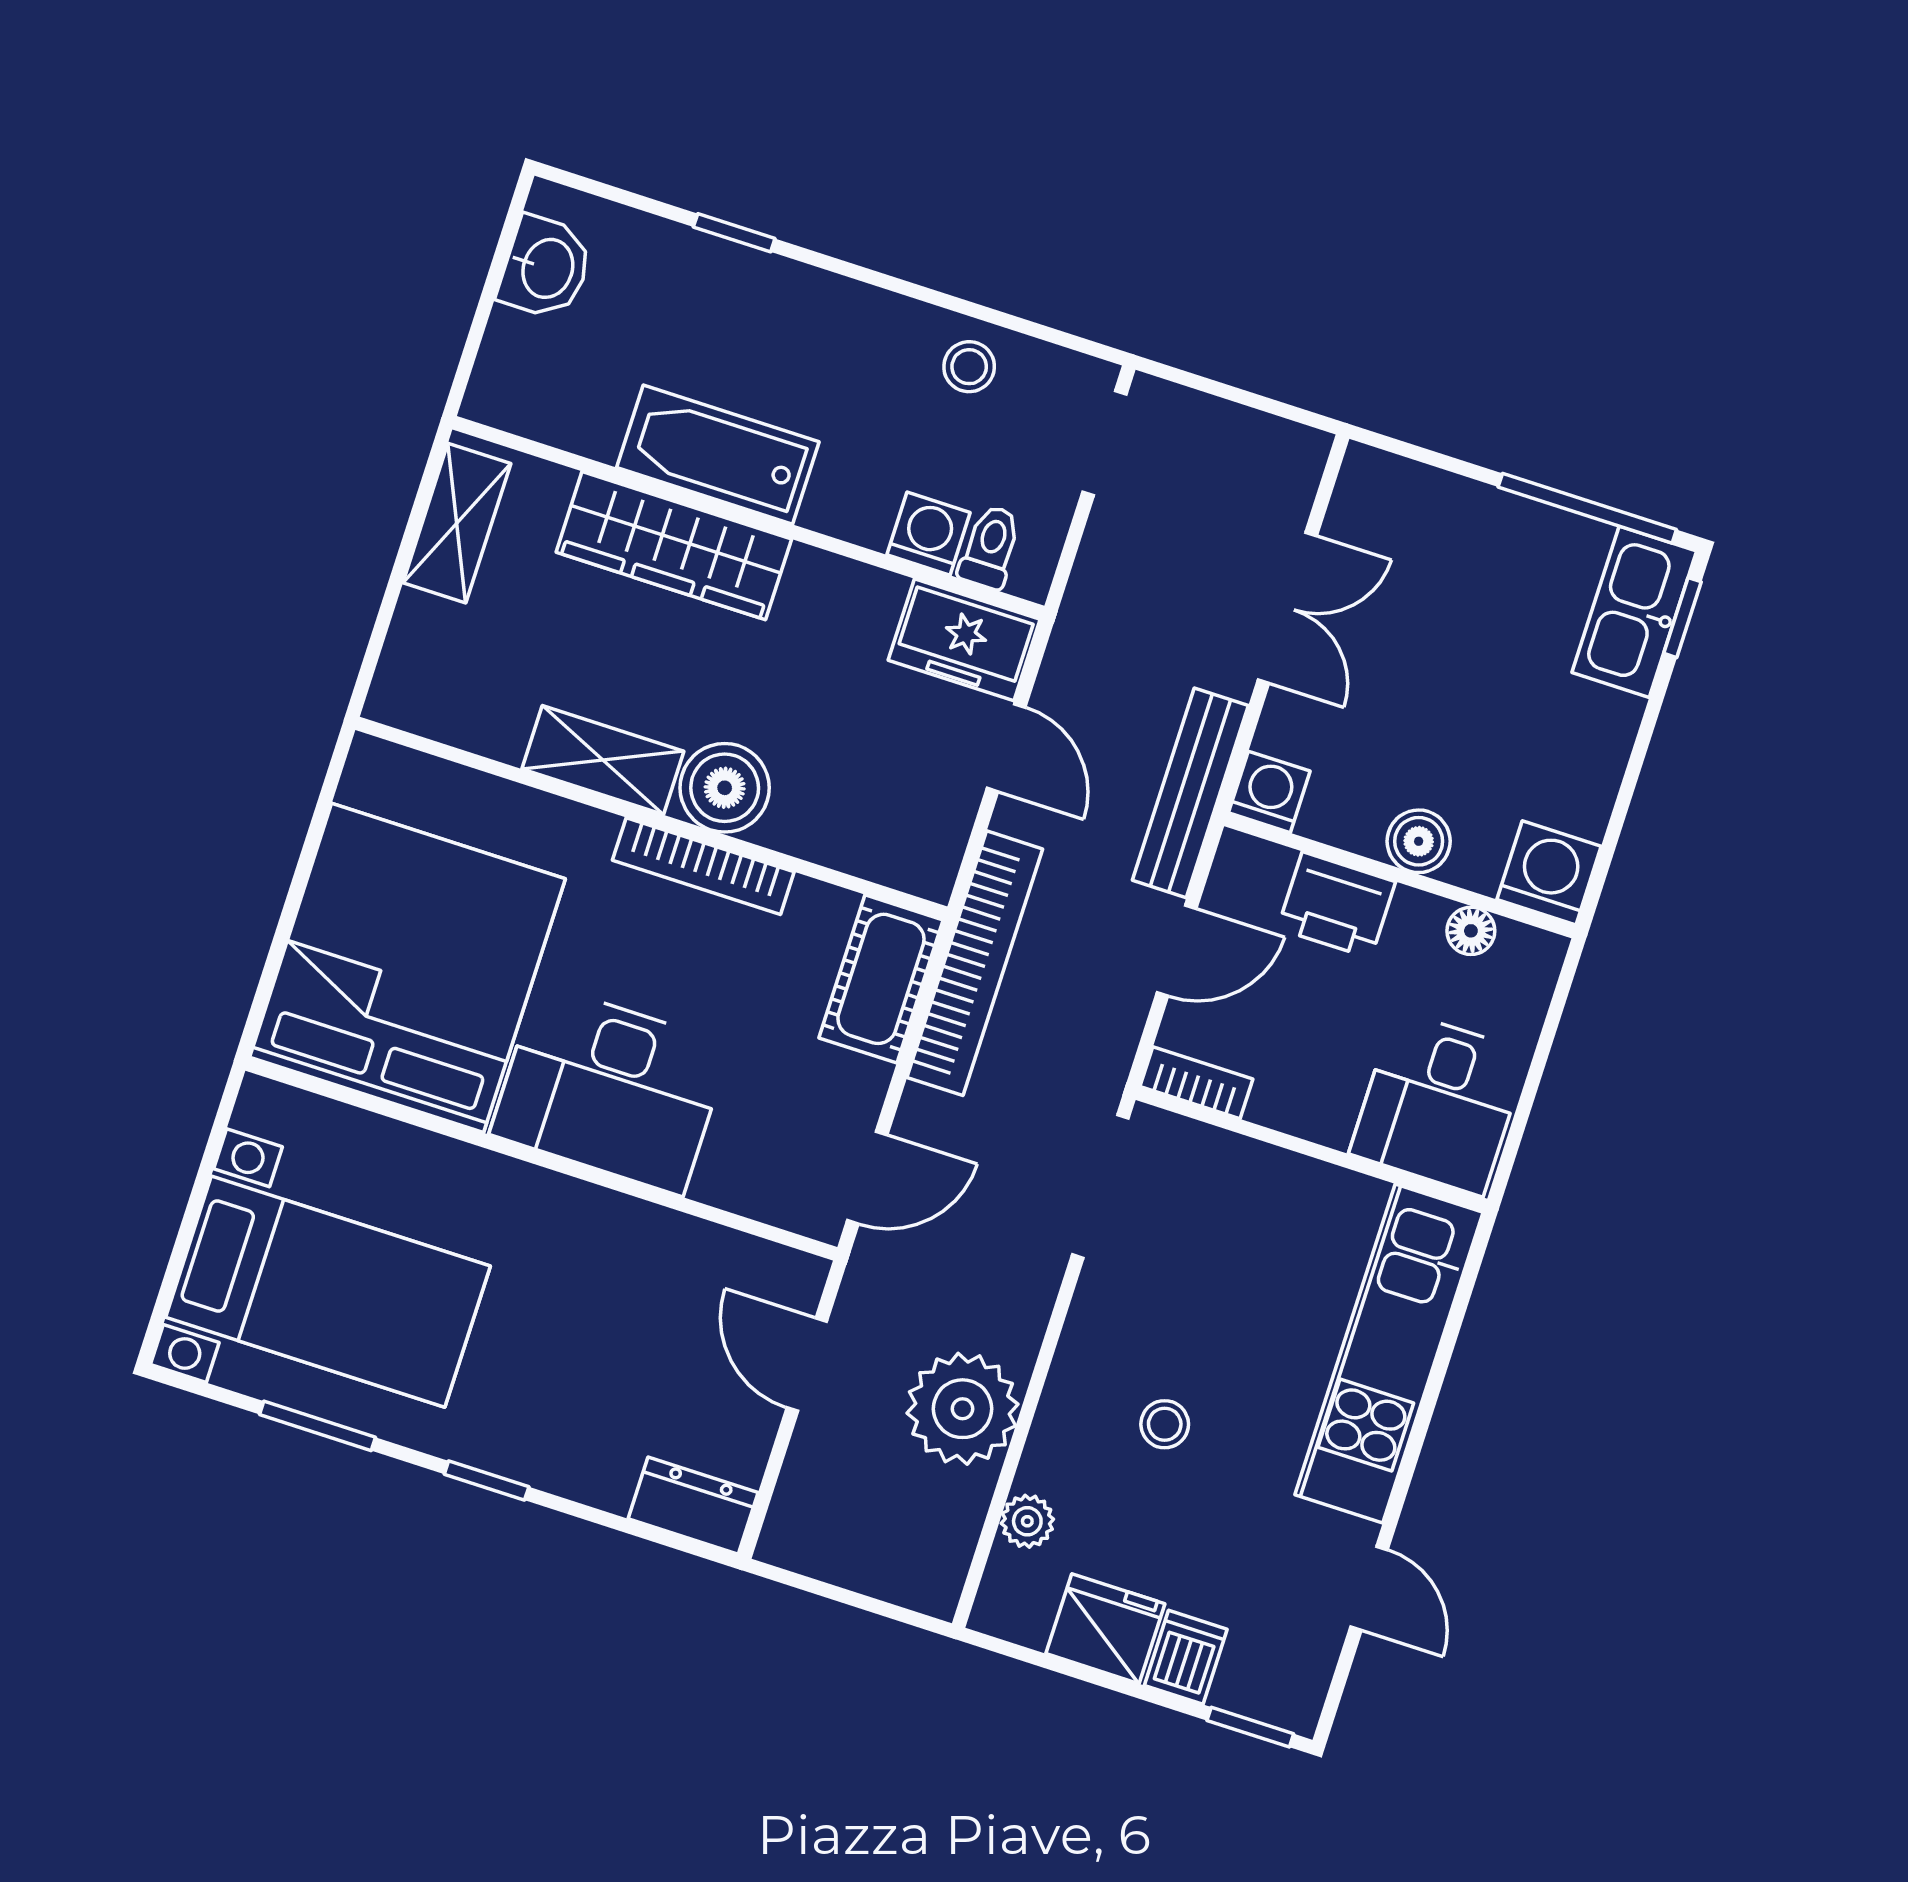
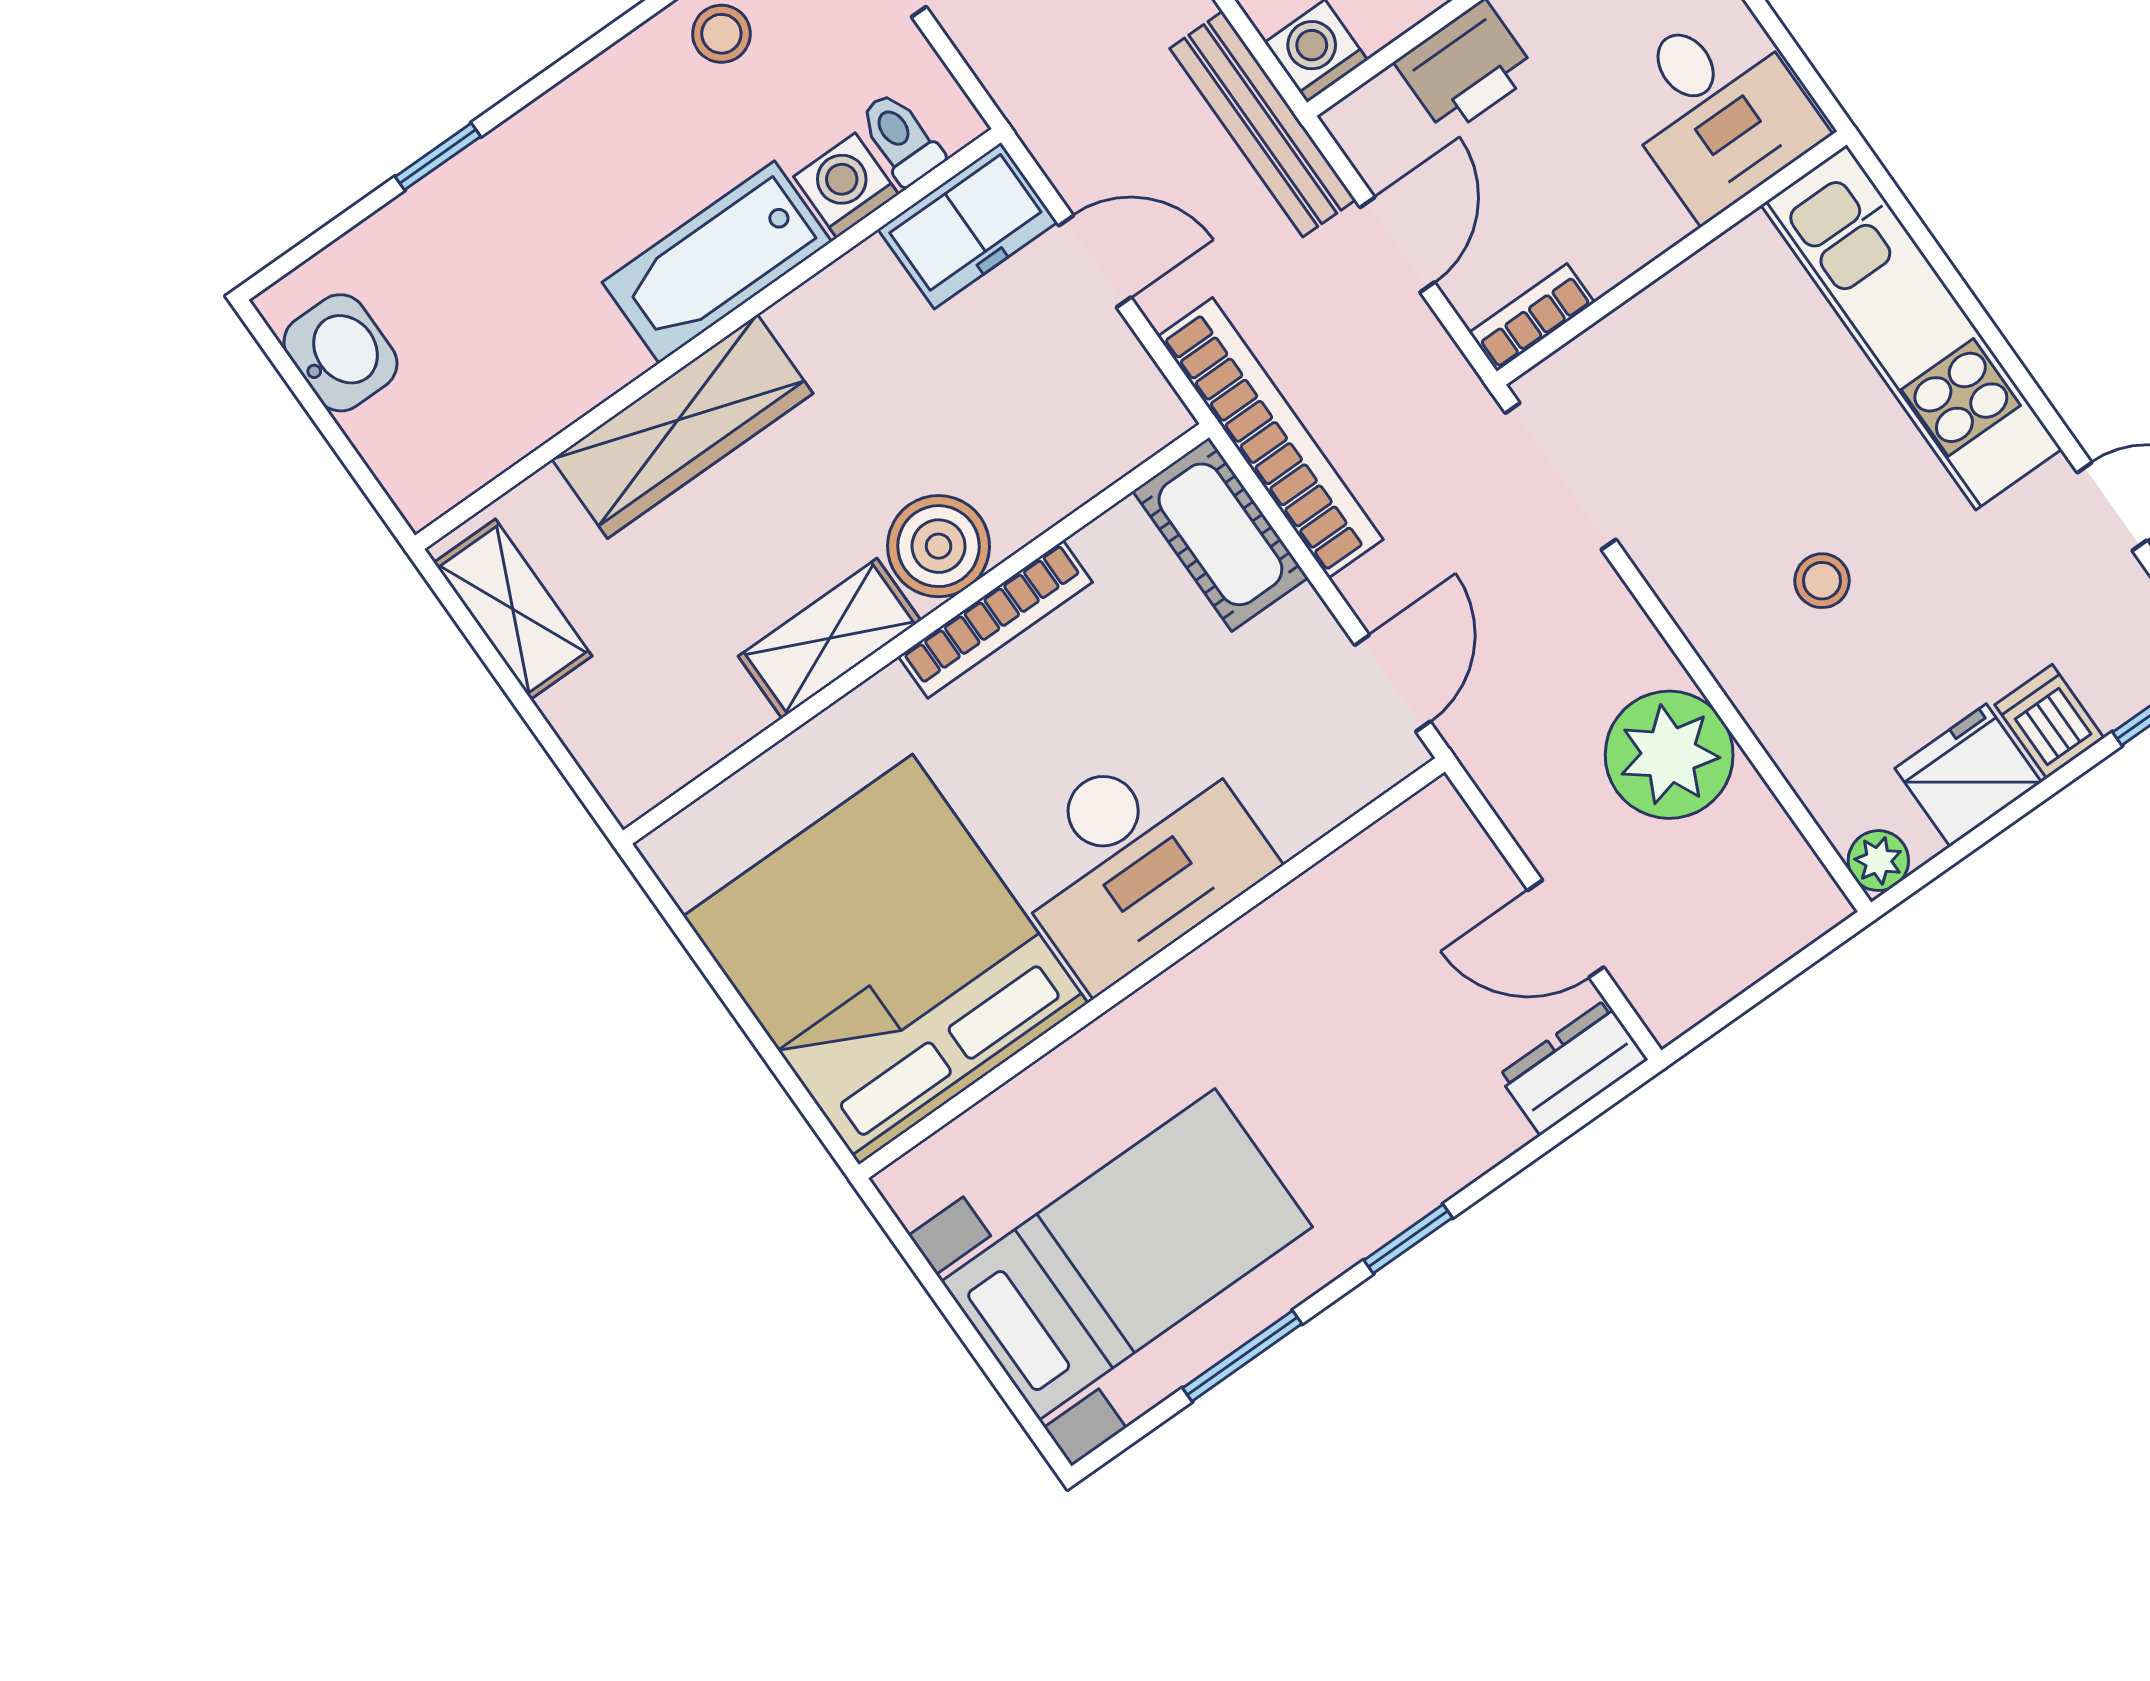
bathtub: (718, 455) -> (717, 262), moved
door: (807, 1365) -> (1566, 929), moved
plant: (1027, 1521) -> (1878, 861), moved

